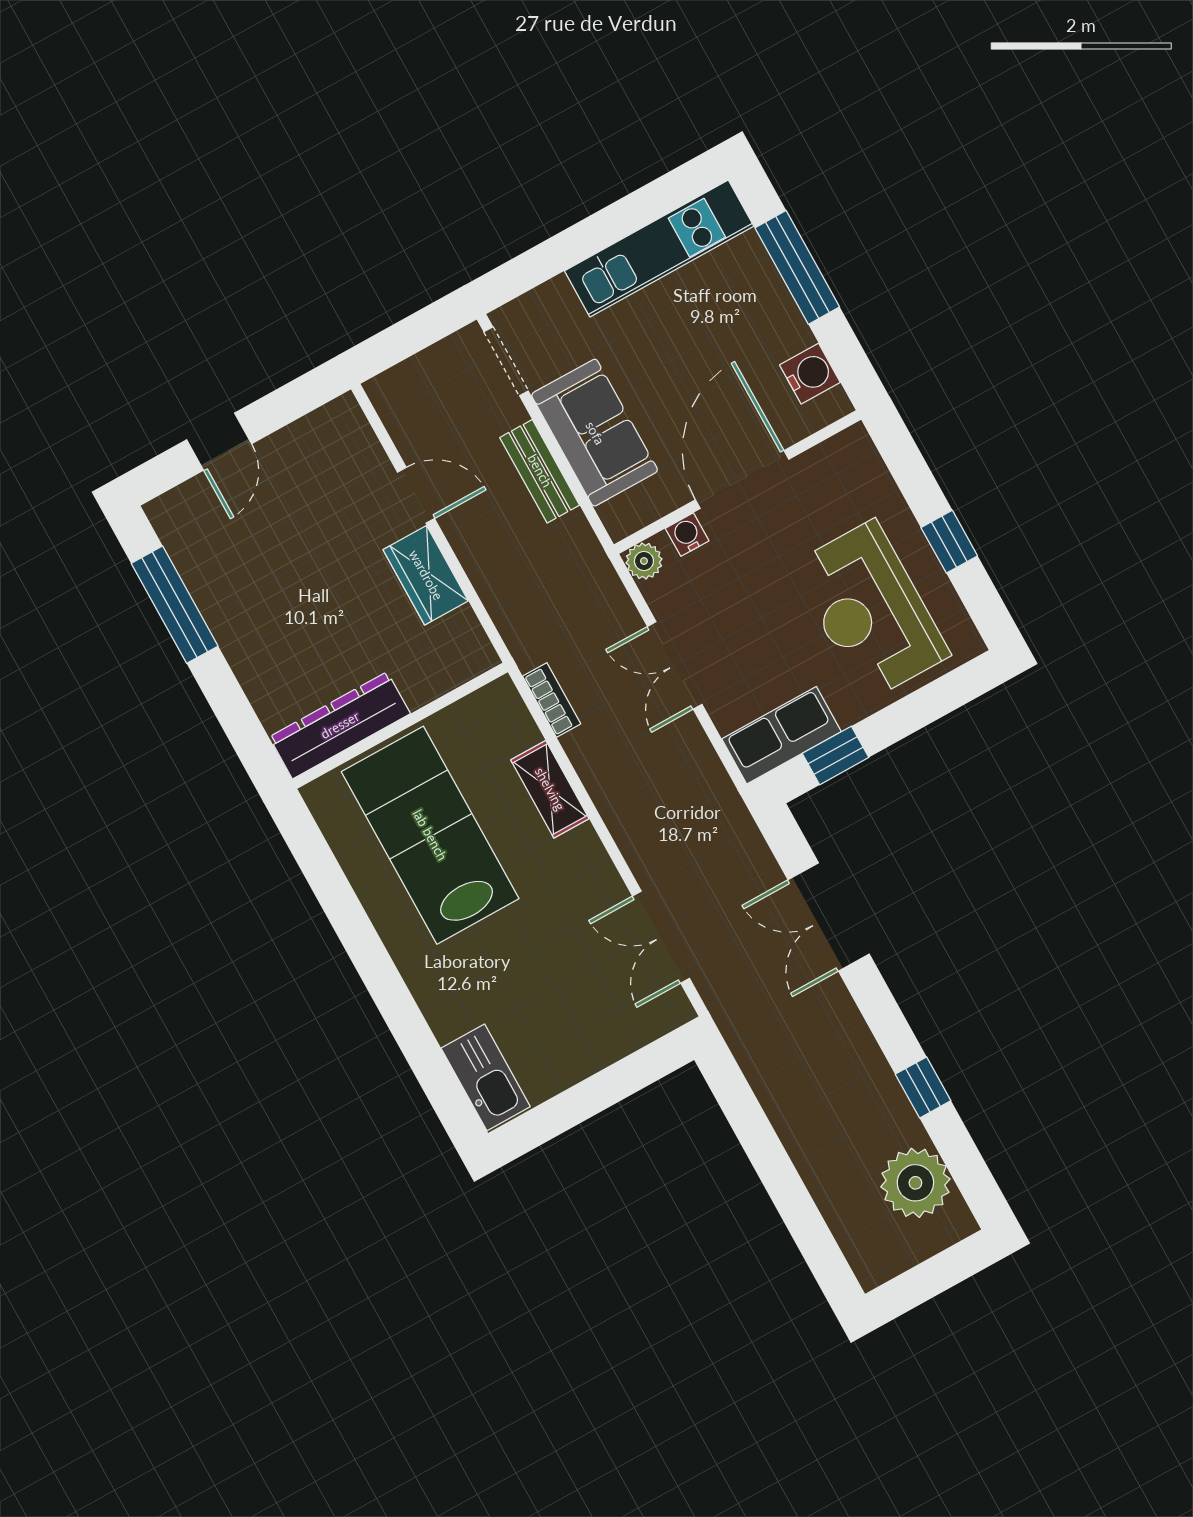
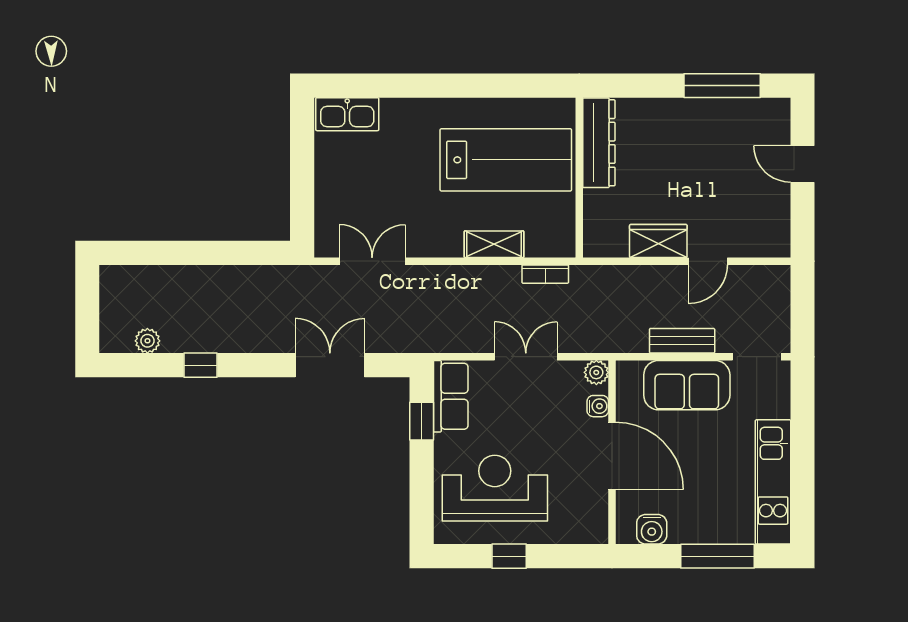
plant: (915, 1183) -> (147, 341), width x0.53, depth x0.53

